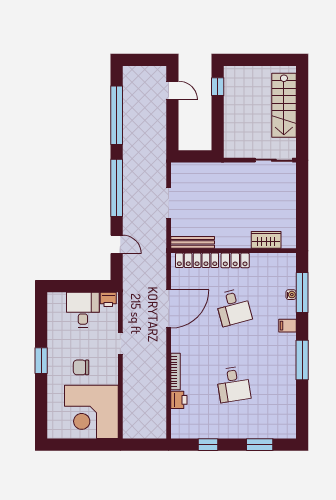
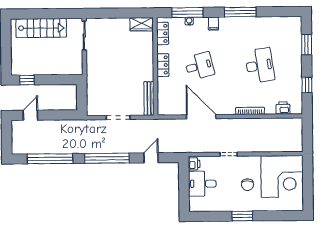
wardrobe: (266, 240) -> (142, 24), moved, turned -90
locker: (197, 260) -> (162, 33), moved, width x0.66
desk: (233, 384) -> (260, 66), width x1.37
printer: (179, 400) -> (283, 108), moved

